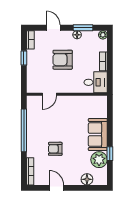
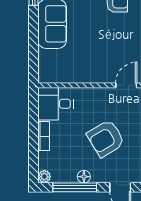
window: (83, 28) -> (75, 187), width x1.44
armchair: (63, 60) -> (106, 138), turned 149

